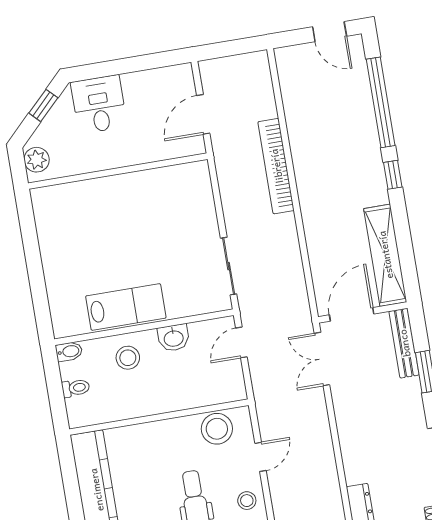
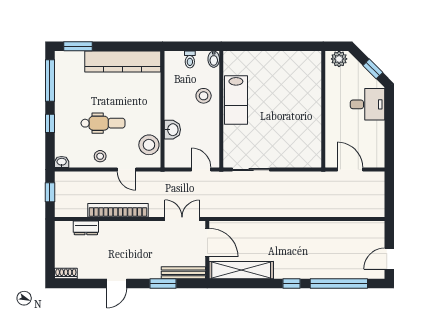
bookcase: (276, 166) -> (118, 210), moved
washbasin: (174, 338) -> (172, 130), moved, turned 180

